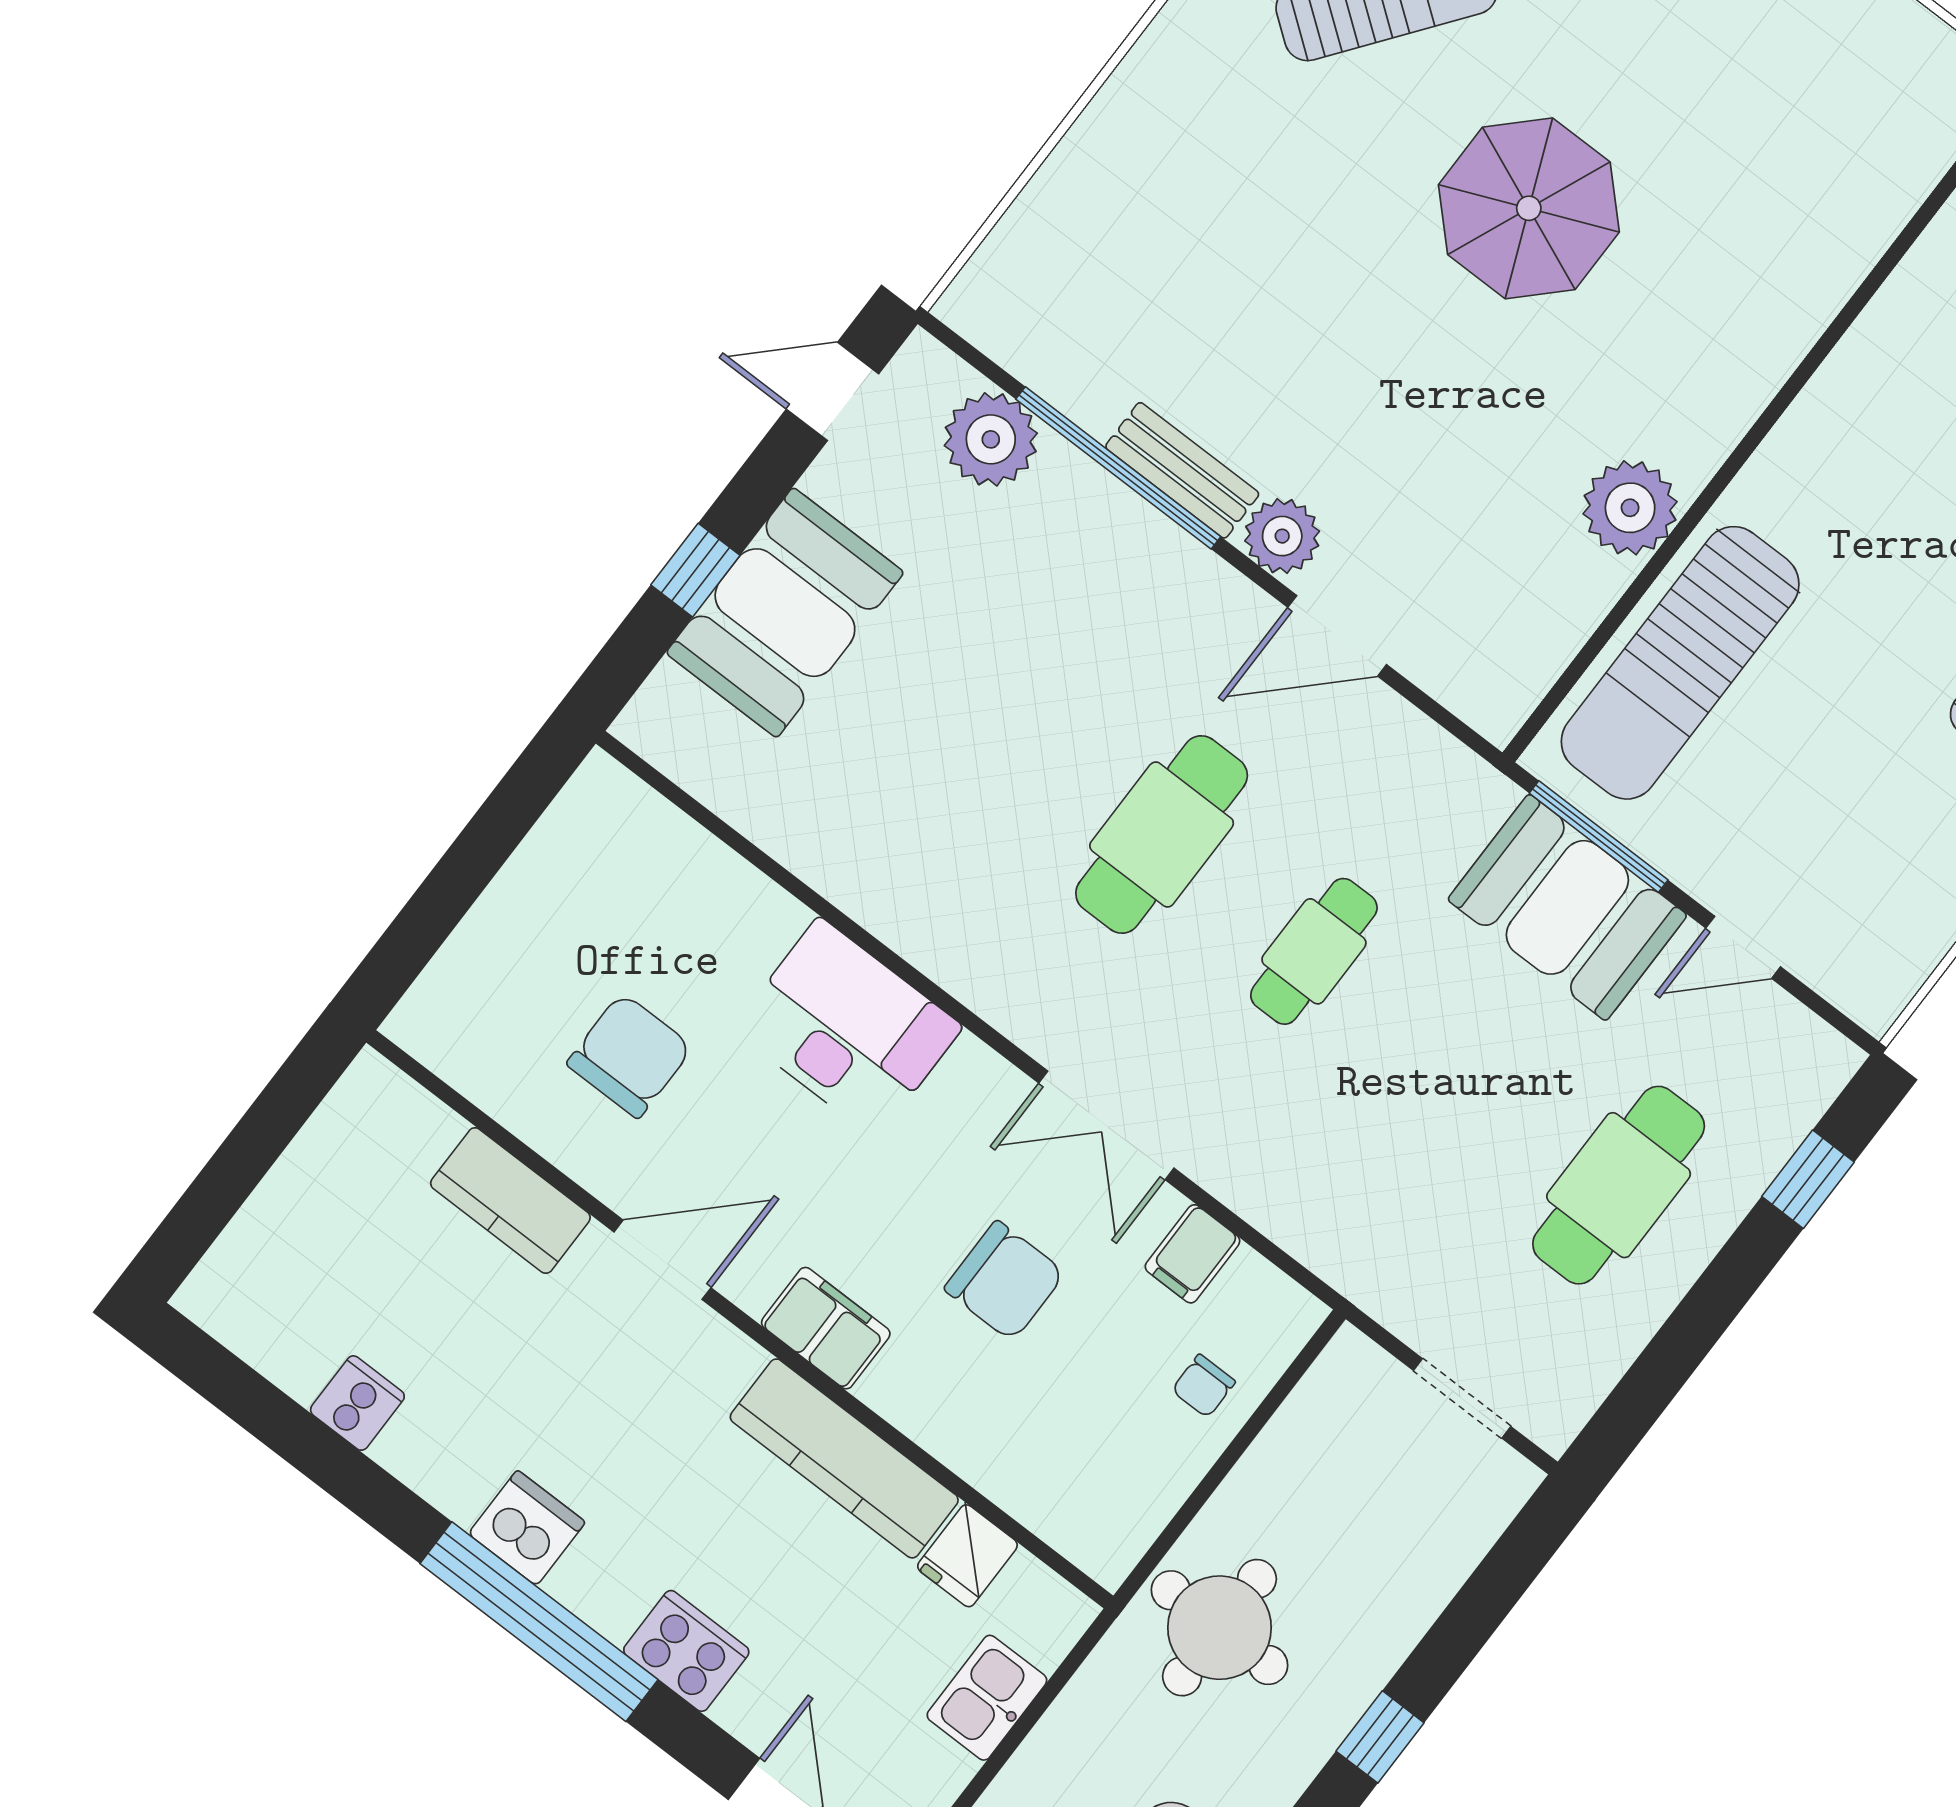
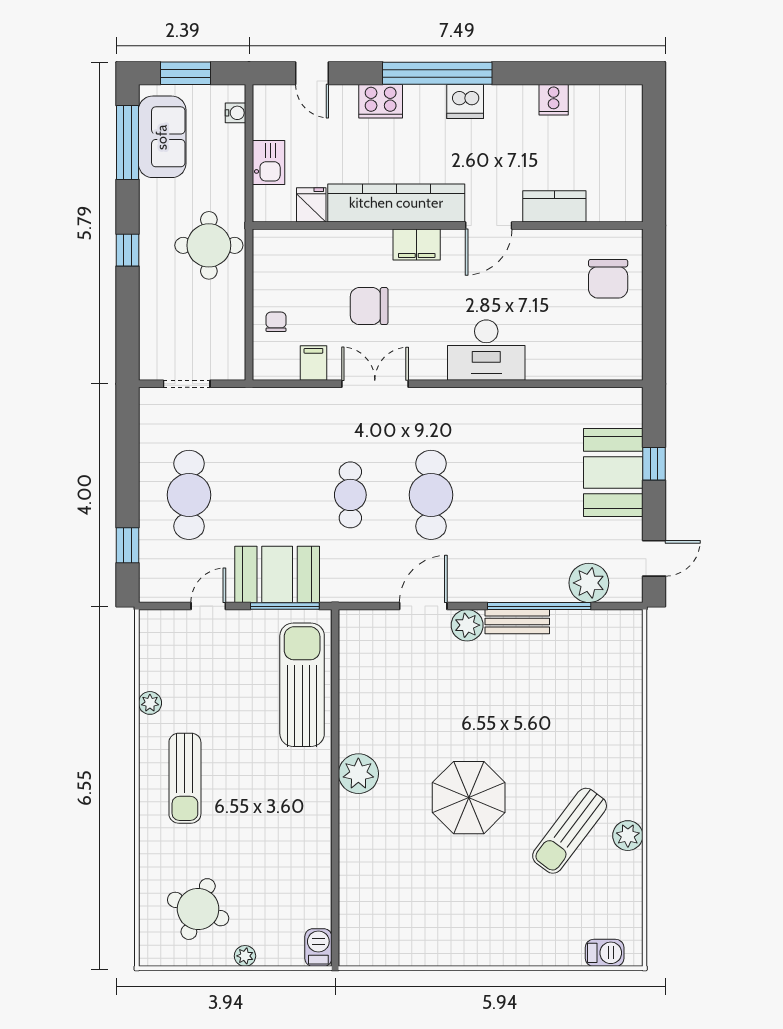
plant: (1630, 508) -> (358, 774), moved
chair: (630, 1056) -> (608, 279), moved
kitchen counter: (844, 1458) -> (396, 203), width x1.39, depth x1.17

